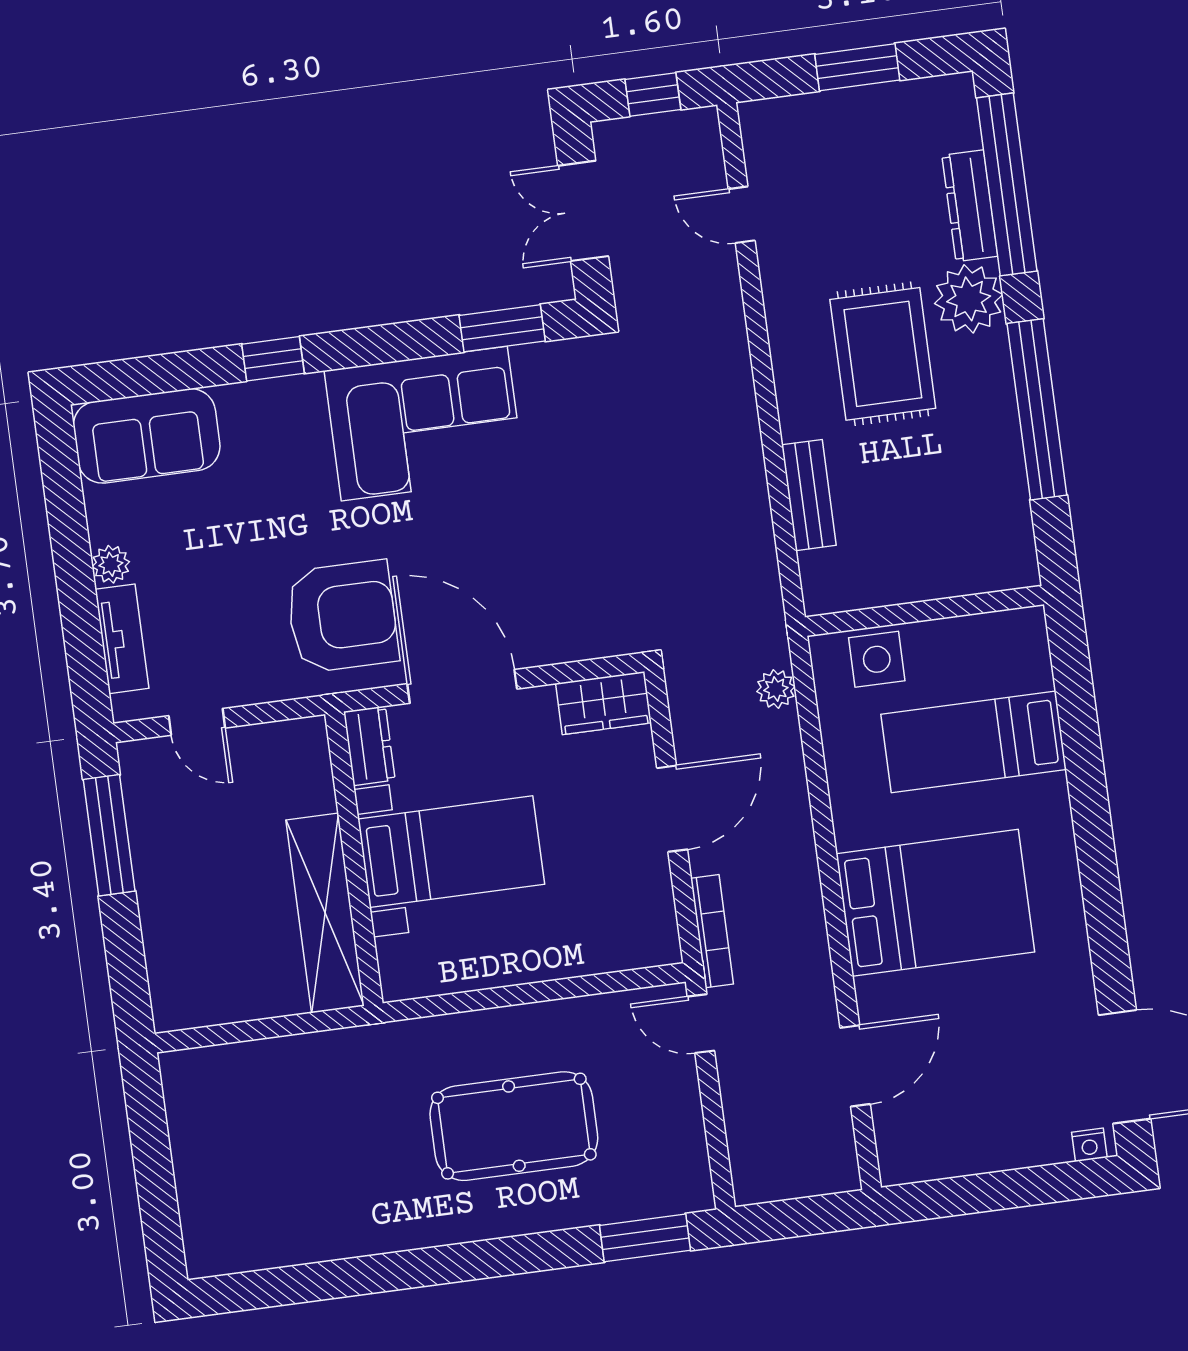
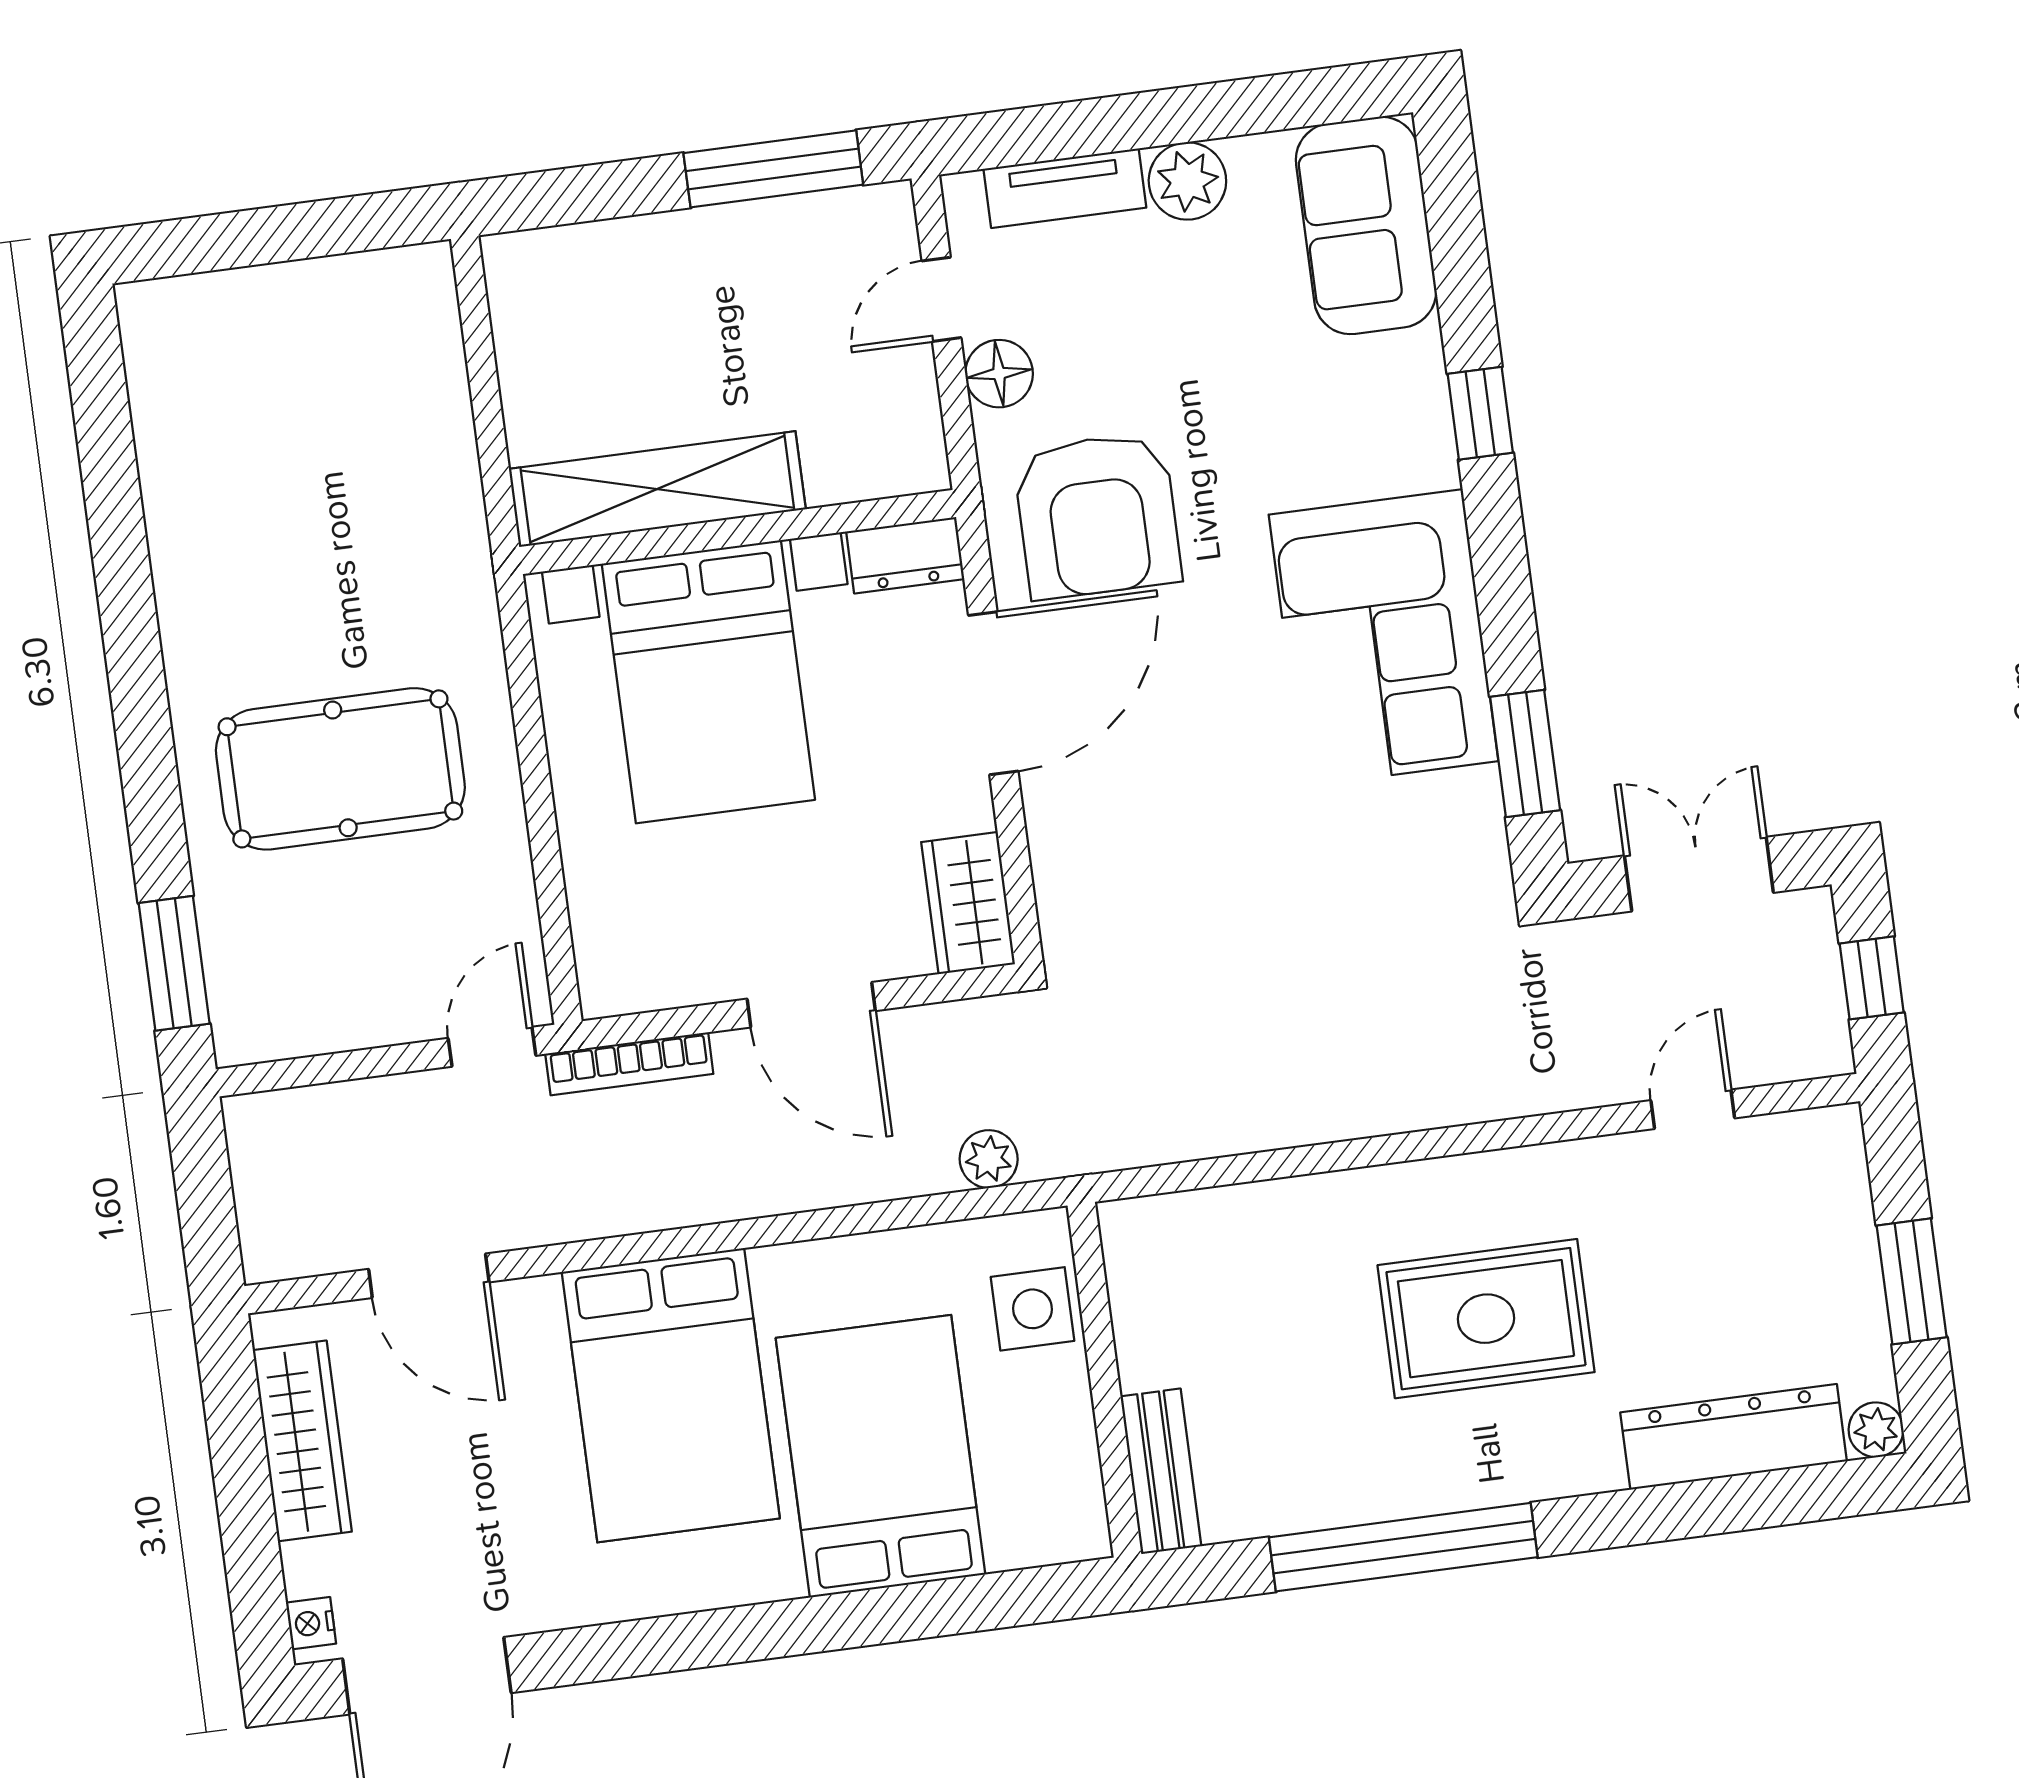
window: (1007, 184) -> (1737, 1503), removed
dresser: (970, 206) -> (1734, 1437), width x1.37, depth x1.24
plant: (969, 299) -> (1876, 1430), moved, width x0.53, depth x0.53
bench: (809, 495) -> (1161, 1471), moved, turned 90
plant: (111, 564) -> (1187, 181), width x1.38, depth x1.38
floor lamp: (247, 683) -> (999, 374), added
bed: (974, 742) -> (880, 1456), width x1.50
bed with nightstands: (451, 852) -> (708, 682), width x1.36
pool table: (514, 1126) -> (340, 769), turned 90
wardrobe: (967, 1151) -> (302, 1441), added

